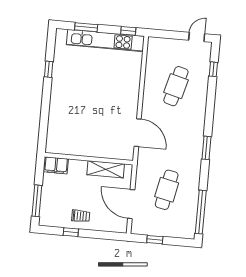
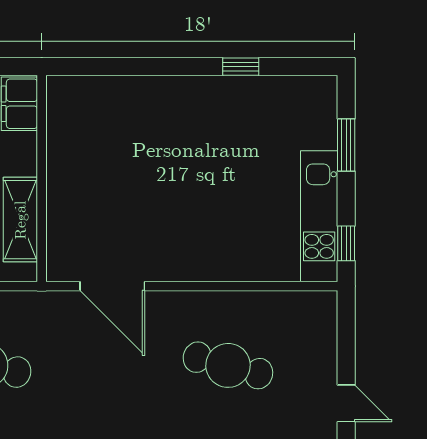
kitchen unit: (105, 40) -> (319, 216), width x0.73
door: (138, 133) -> (112, 286), hinge flipped

